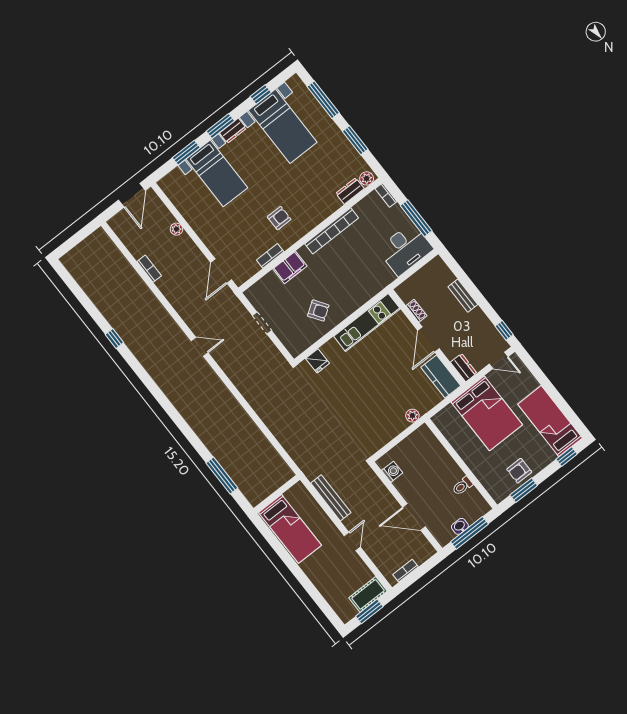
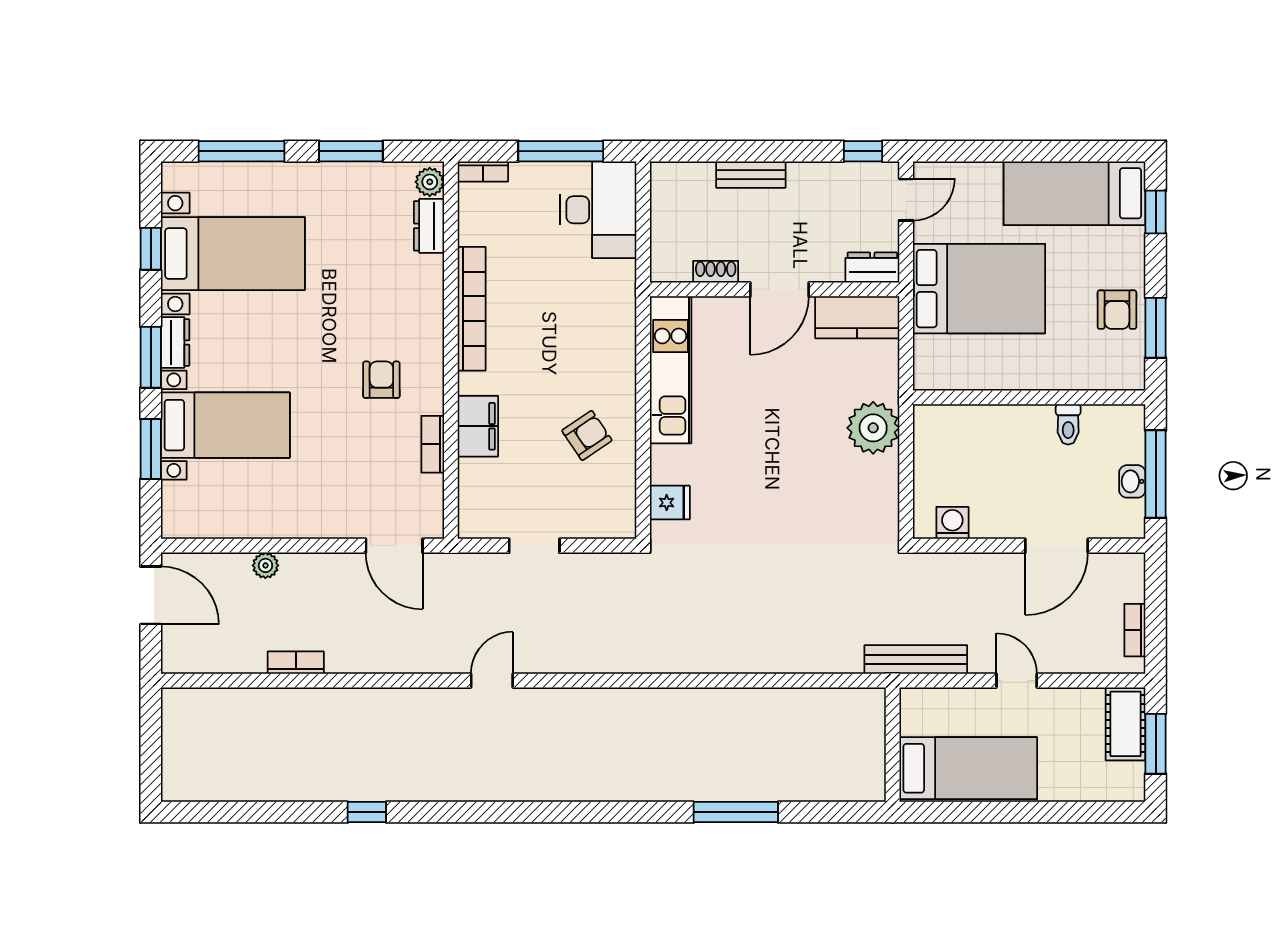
door: (428, 340) -> (780, 289), hinge flipped
plant: (412, 416) -> (873, 428), width x1.87, depth x1.87
wall: (277, 494) -> (893, 745), moved
bed: (290, 529) -> (968, 768), moved

